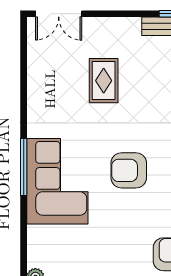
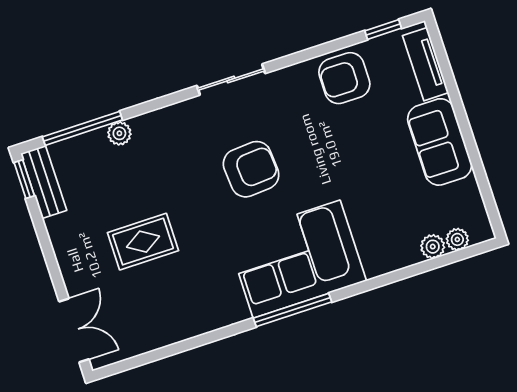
armchair: (129, 170) -> (251, 169), turned -94

